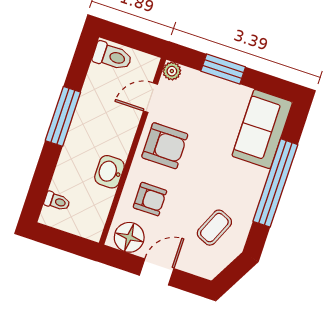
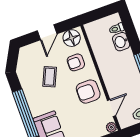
washbasin: (109, 172) -> (121, 42), moved, turned 180
coffee table: (214, 228) -> (50, 77), moved

